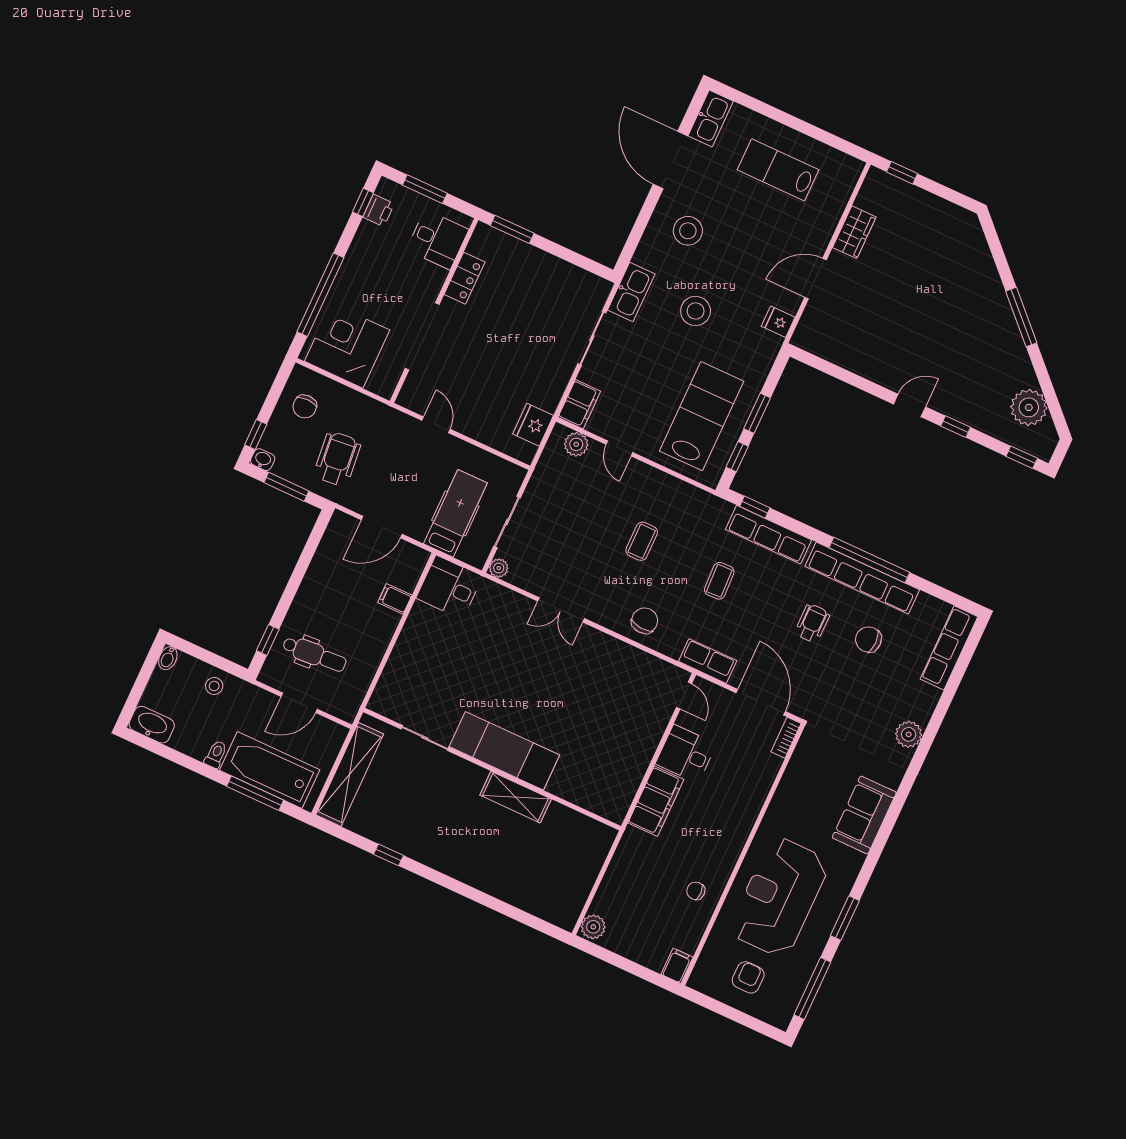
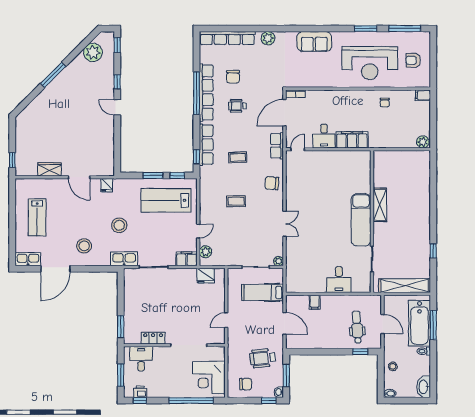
desk: (449, 587) -> (339, 280), moved
row of seats: (949, 648) -> (227, 38), width x1.36

